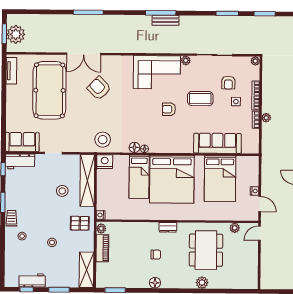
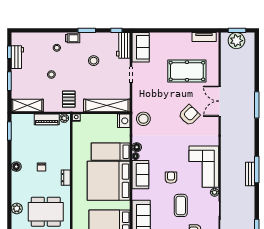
pool table: (49, 90) -> (187, 71), width x0.73, depth x0.76
sofa: (165, 144) -> (140, 175), added
stool: (62, 191) -> (94, 61), moved

